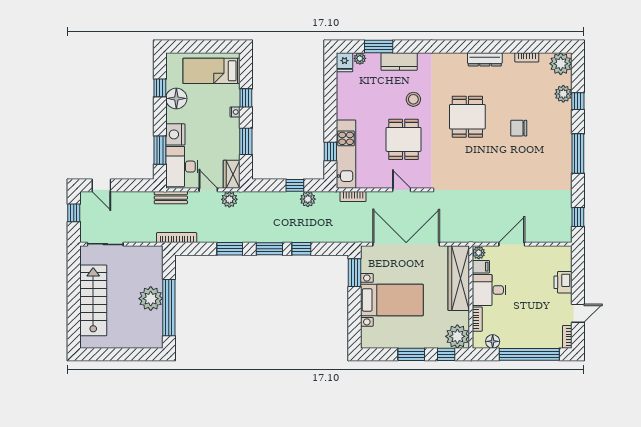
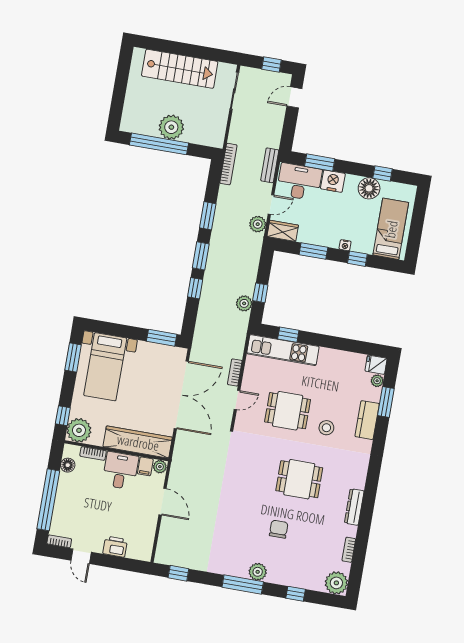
plant: (563, 94) -> (258, 572), moved
bookcase: (353, 197) -> (235, 373), moved
bed with nightstands: (392, 300) -> (105, 367), moved
window: (411, 354) -> (73, 357), moved

